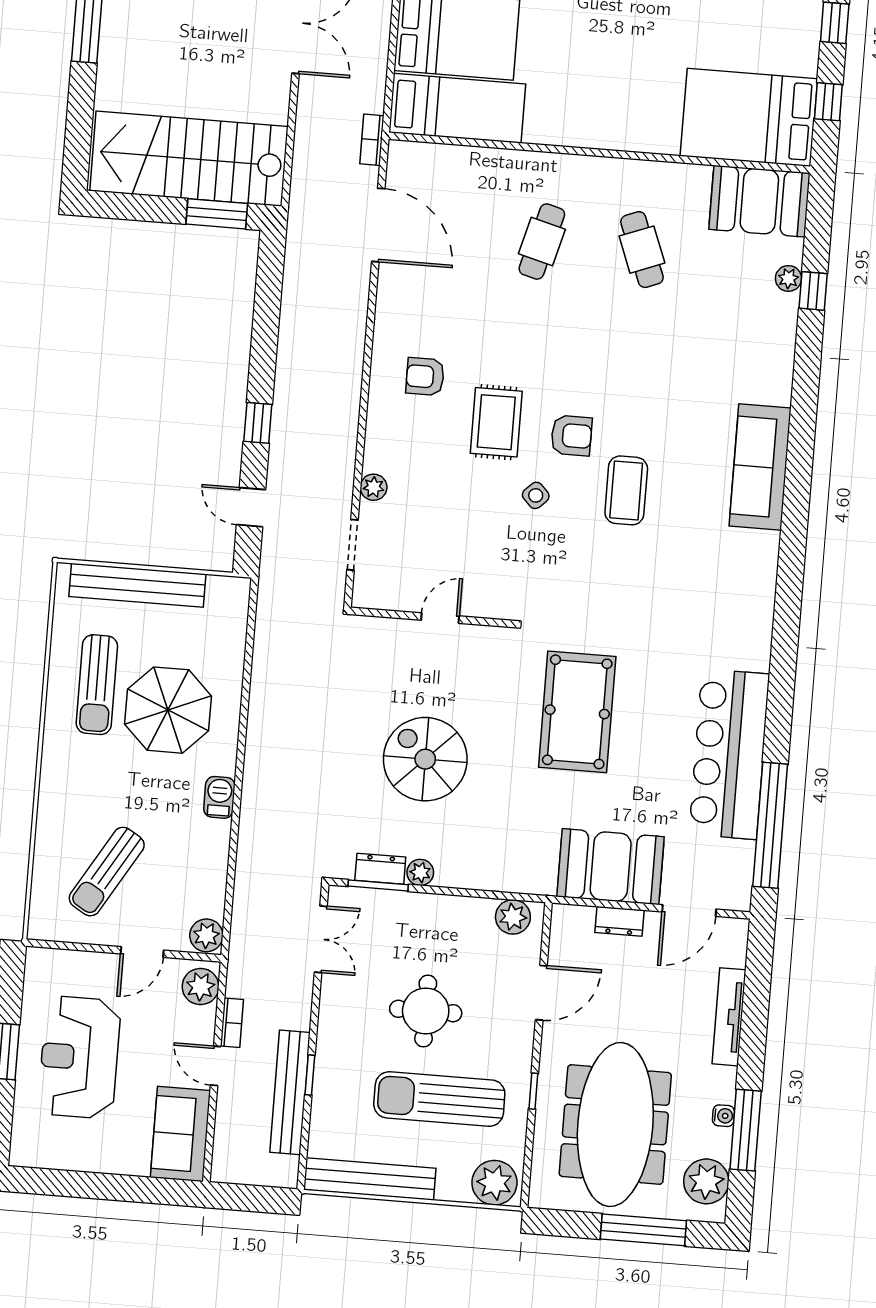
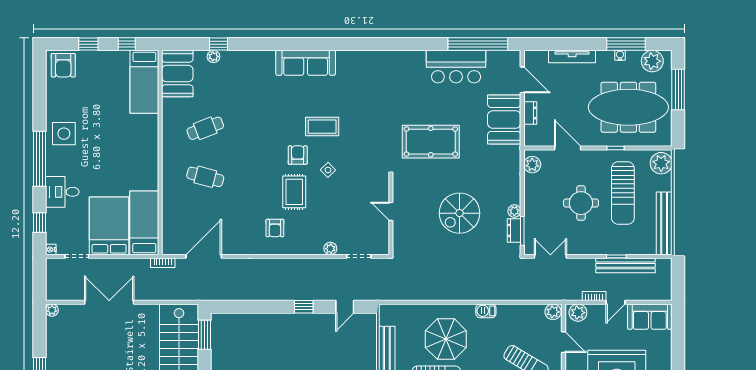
bed: (749, 117) -> (144, 82), width x0.67
rug: (496, 422) -> (294, 192), turned 90
bar counter: (729, 754) -> (456, 67), width x0.73

